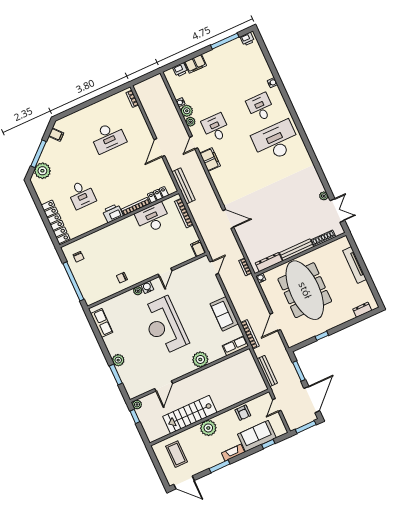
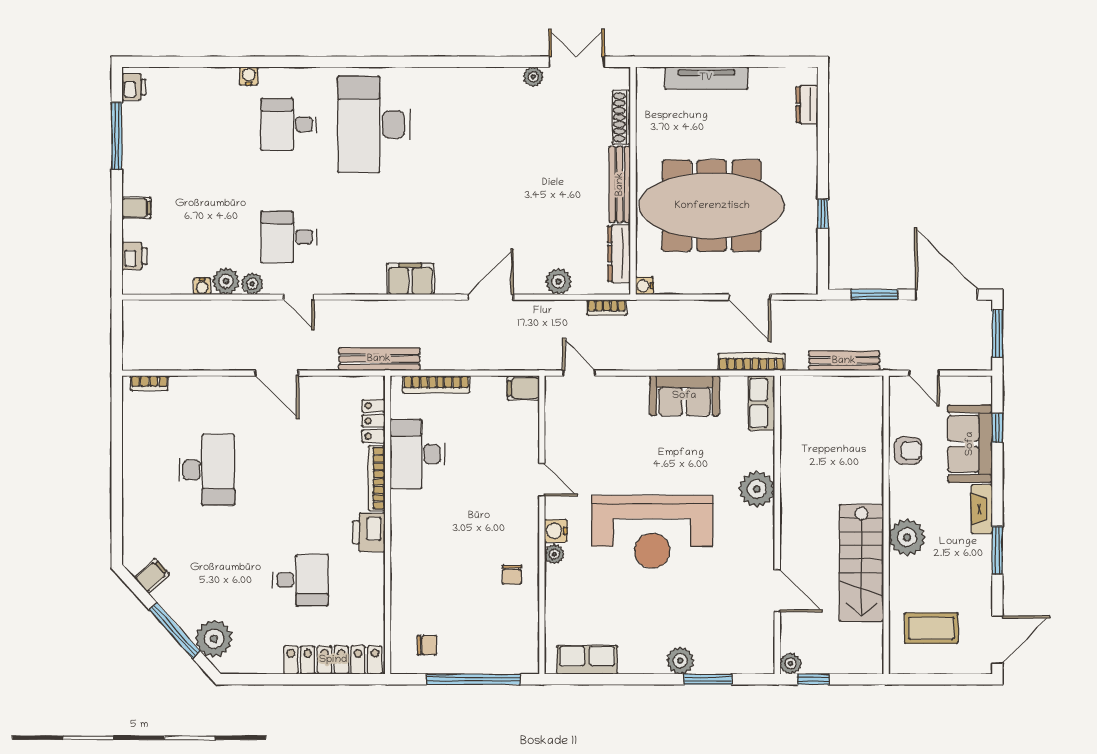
filing cabinet: (195, 64) -> (136, 208), width x0.50
filing cabinet: (210, 160) -> (410, 279), moved
plant: (247, 243) -> (559, 282), added

